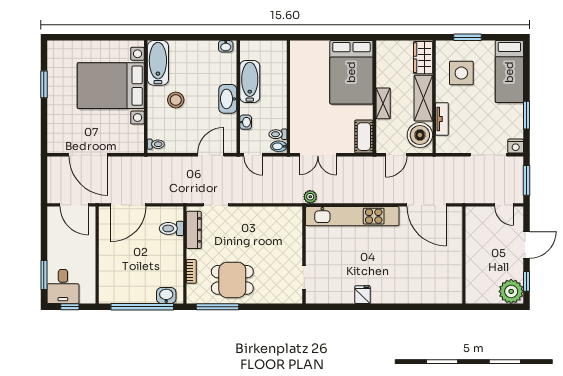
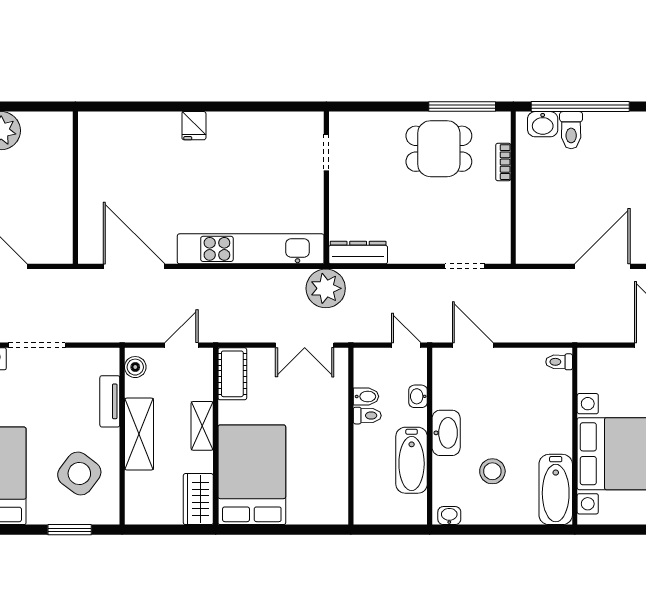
wardrobe: (423, 58) -> (198, 499), moved, turned 180
side table: (461, 73) -> (79, 473), turned 37
stool: (176, 100) -> (492, 471), moved
toilet: (278, 134) -> (367, 416), moved
boiler: (420, 135) -> (135, 367), width x0.54, depth x0.54
bidet: (279, 146) -> (366, 396), moved
door: (211, 155) -> (473, 345), swing flipped
double door: (318, 155) -> (305, 345), swing flipped
plant: (310, 197) -> (326, 288), width x1.88, depth x1.88
toilet: (171, 228) -> (571, 130), moved, turned 90
dresser: (194, 230) -> (358, 253), moved, turned 90
fridge: (363, 295) -> (194, 126), moved

